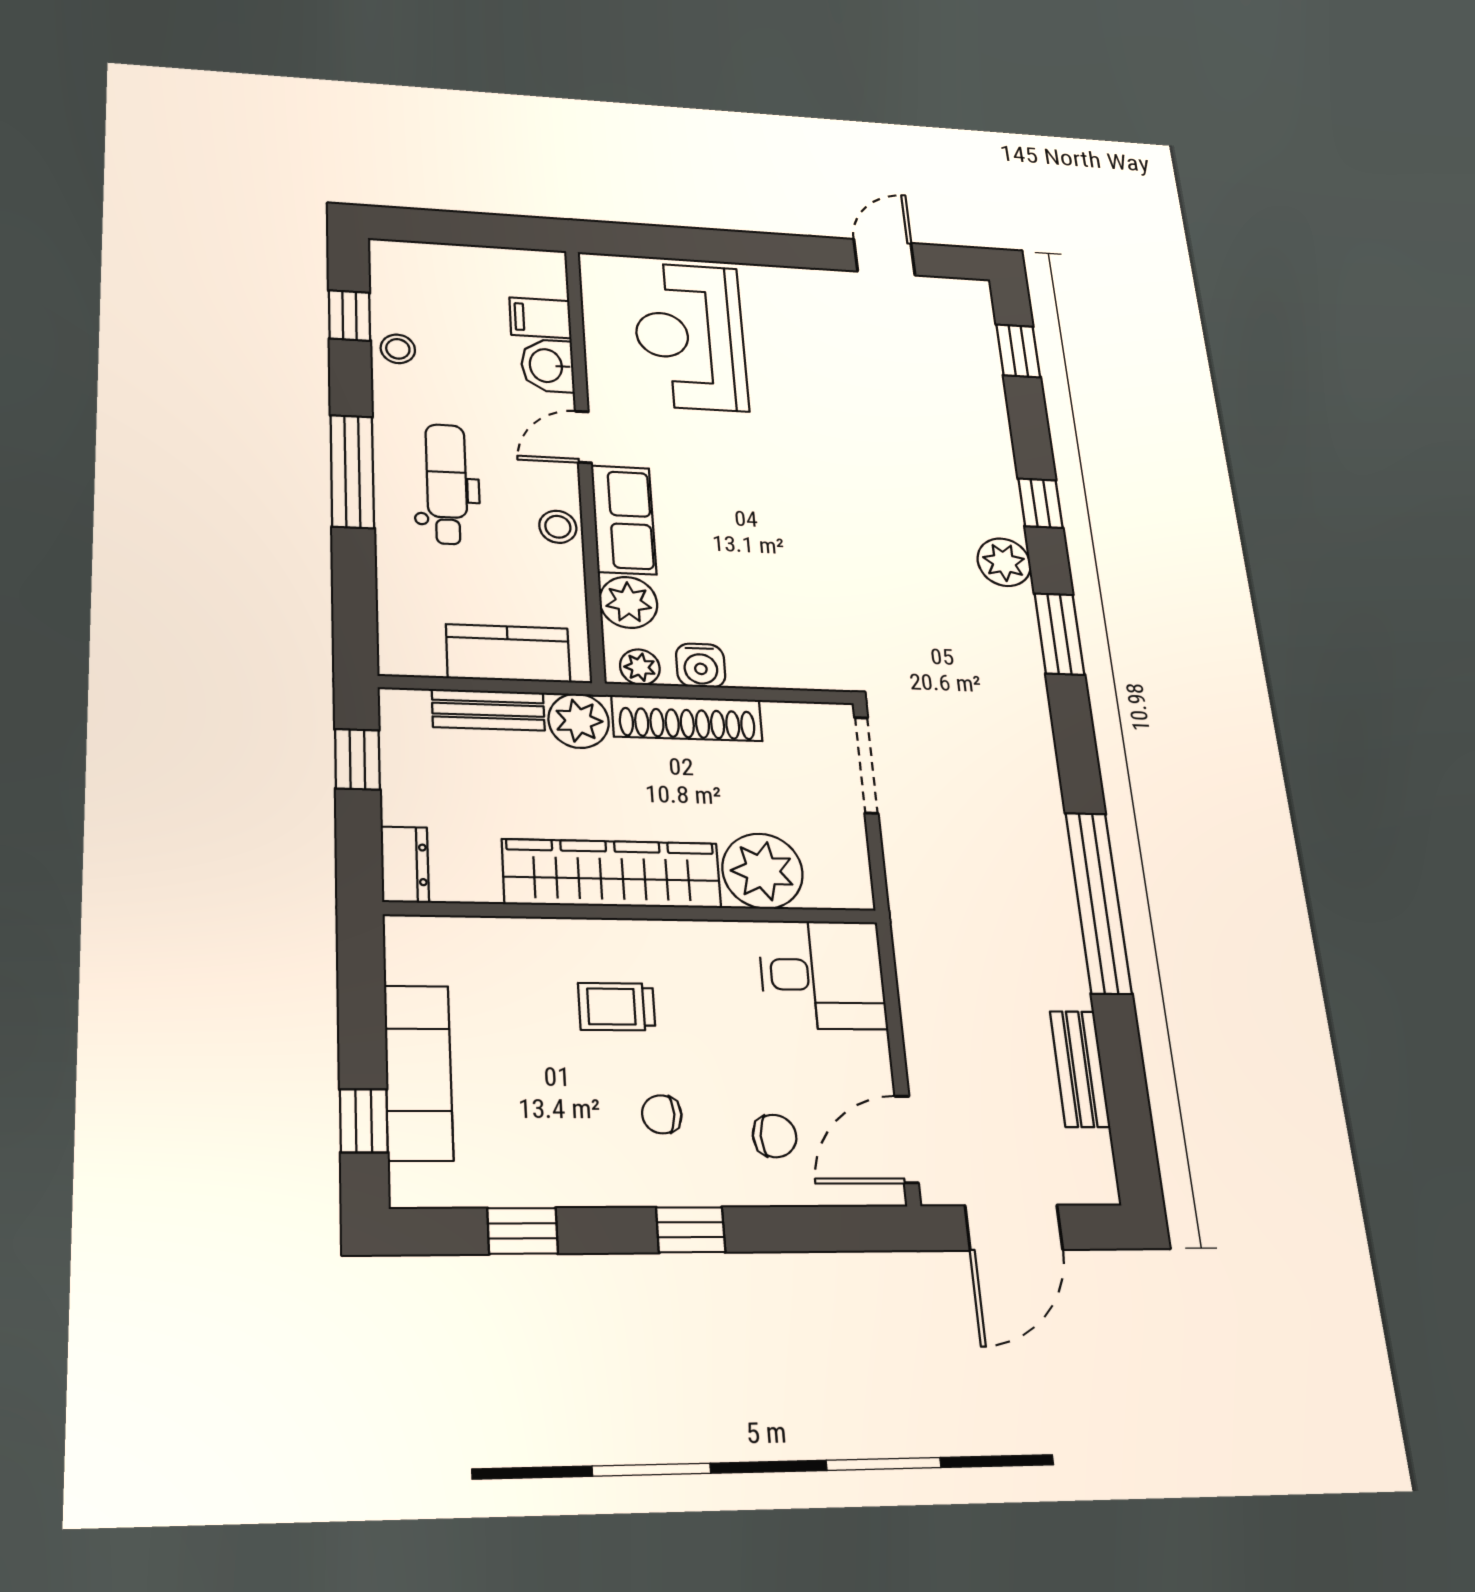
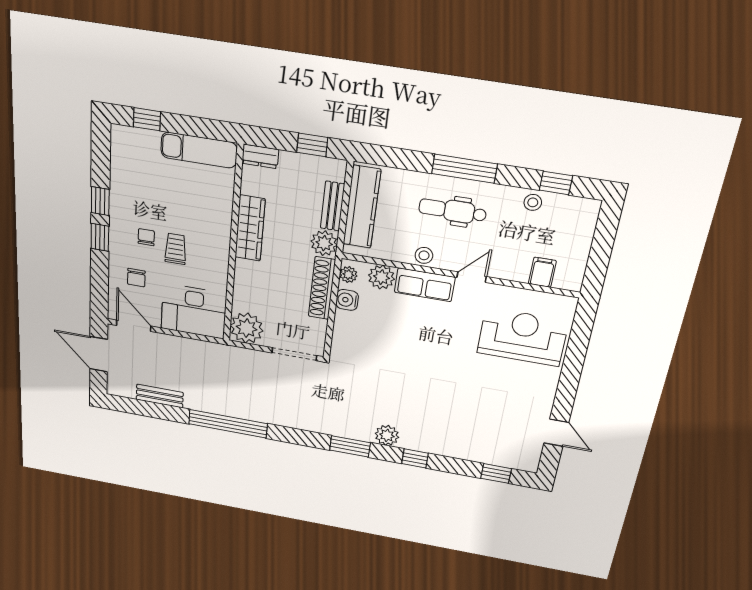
washbasin: (547, 366) -> (514, 270), removed
door: (583, 437) -> (472, 277), hinge flipped
dental chair: (447, 484) -> (453, 211), turned 180
kitchen counter: (508, 653) -> (362, 207), width x1.50
plant: (763, 871) -> (247, 328), moved
wardrobe: (612, 874) -> (250, 228), width x0.71, depth x0.85
desk: (822, 975) -> (194, 311), width x1.37
trolley: (617, 1007) -> (176, 249), moved
exam couch: (418, 1072) -> (199, 150), moved
window: (523, 1231) -> (100, 201), moved

